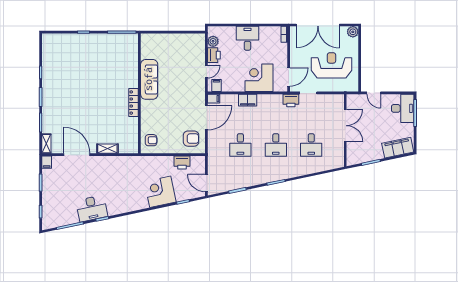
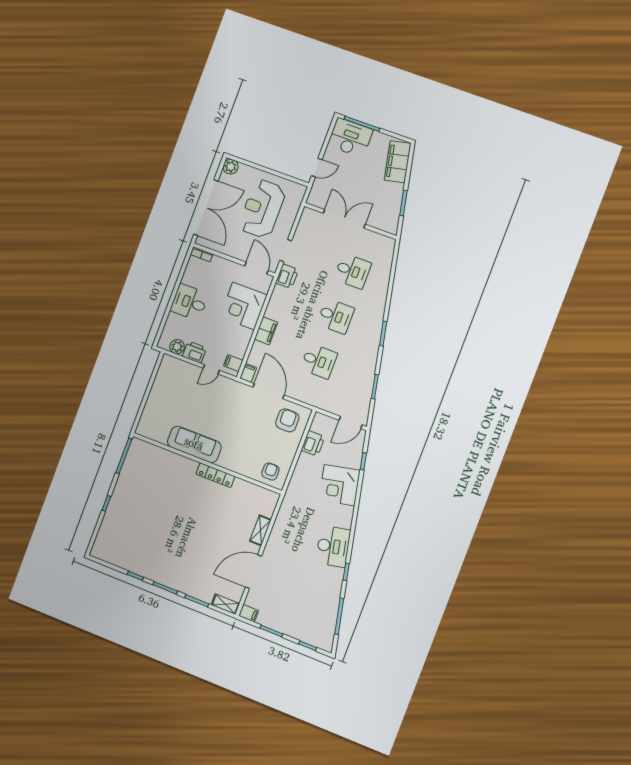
door: (206, 72) -> (211, 369), swing flipped
desk: (92, 208) -> (333, 546), moved

